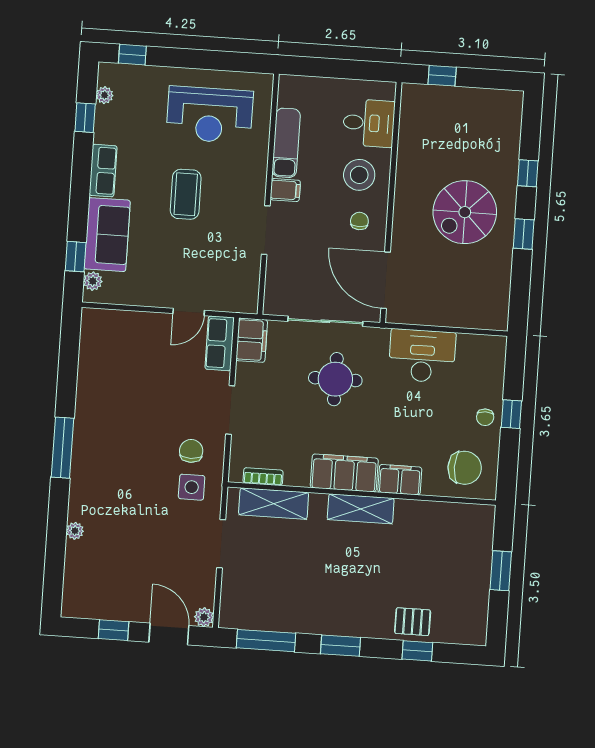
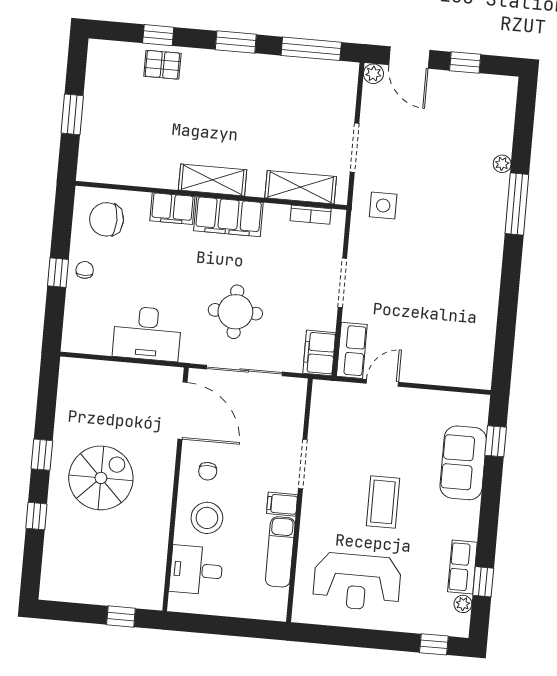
reception desk: (210, 115) -> (357, 582), turned 180
row of seats: (103, 171) -> (462, 567), moved
plant: (93, 281) -> (479, 416), removed
window: (63, 448) -> (517, 204), moved
chair: (191, 451) -> (383, 242), removed

